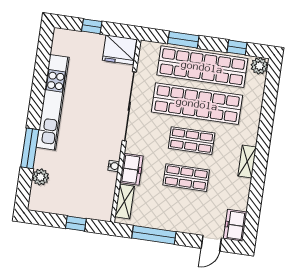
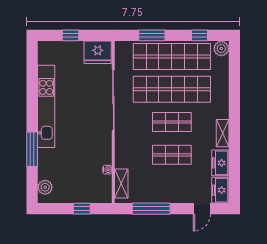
water cooler: (114, 166) -> (107, 170), moved
freezer: (131, 169) -> (220, 163), moved, turned 180
plant: (40, 177) -> (45, 187), moved

